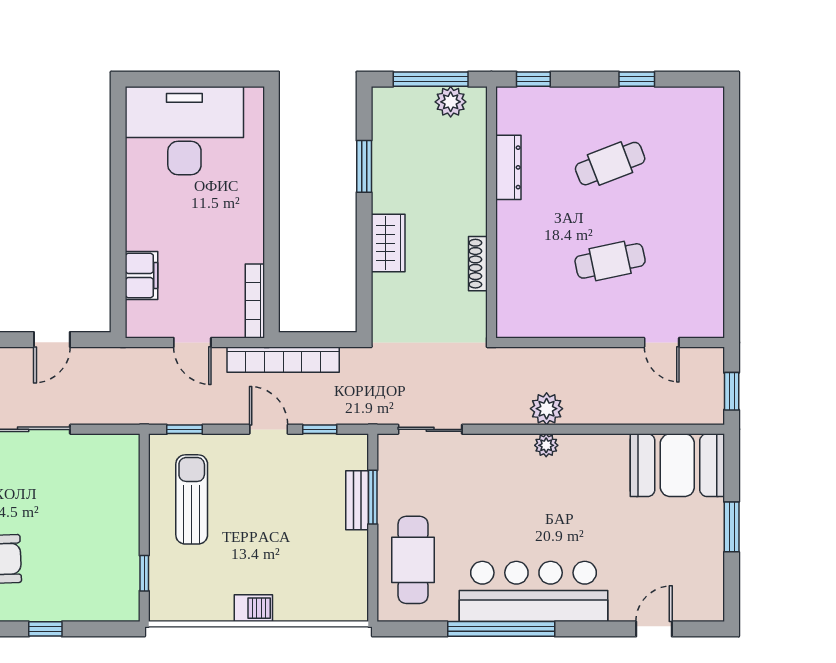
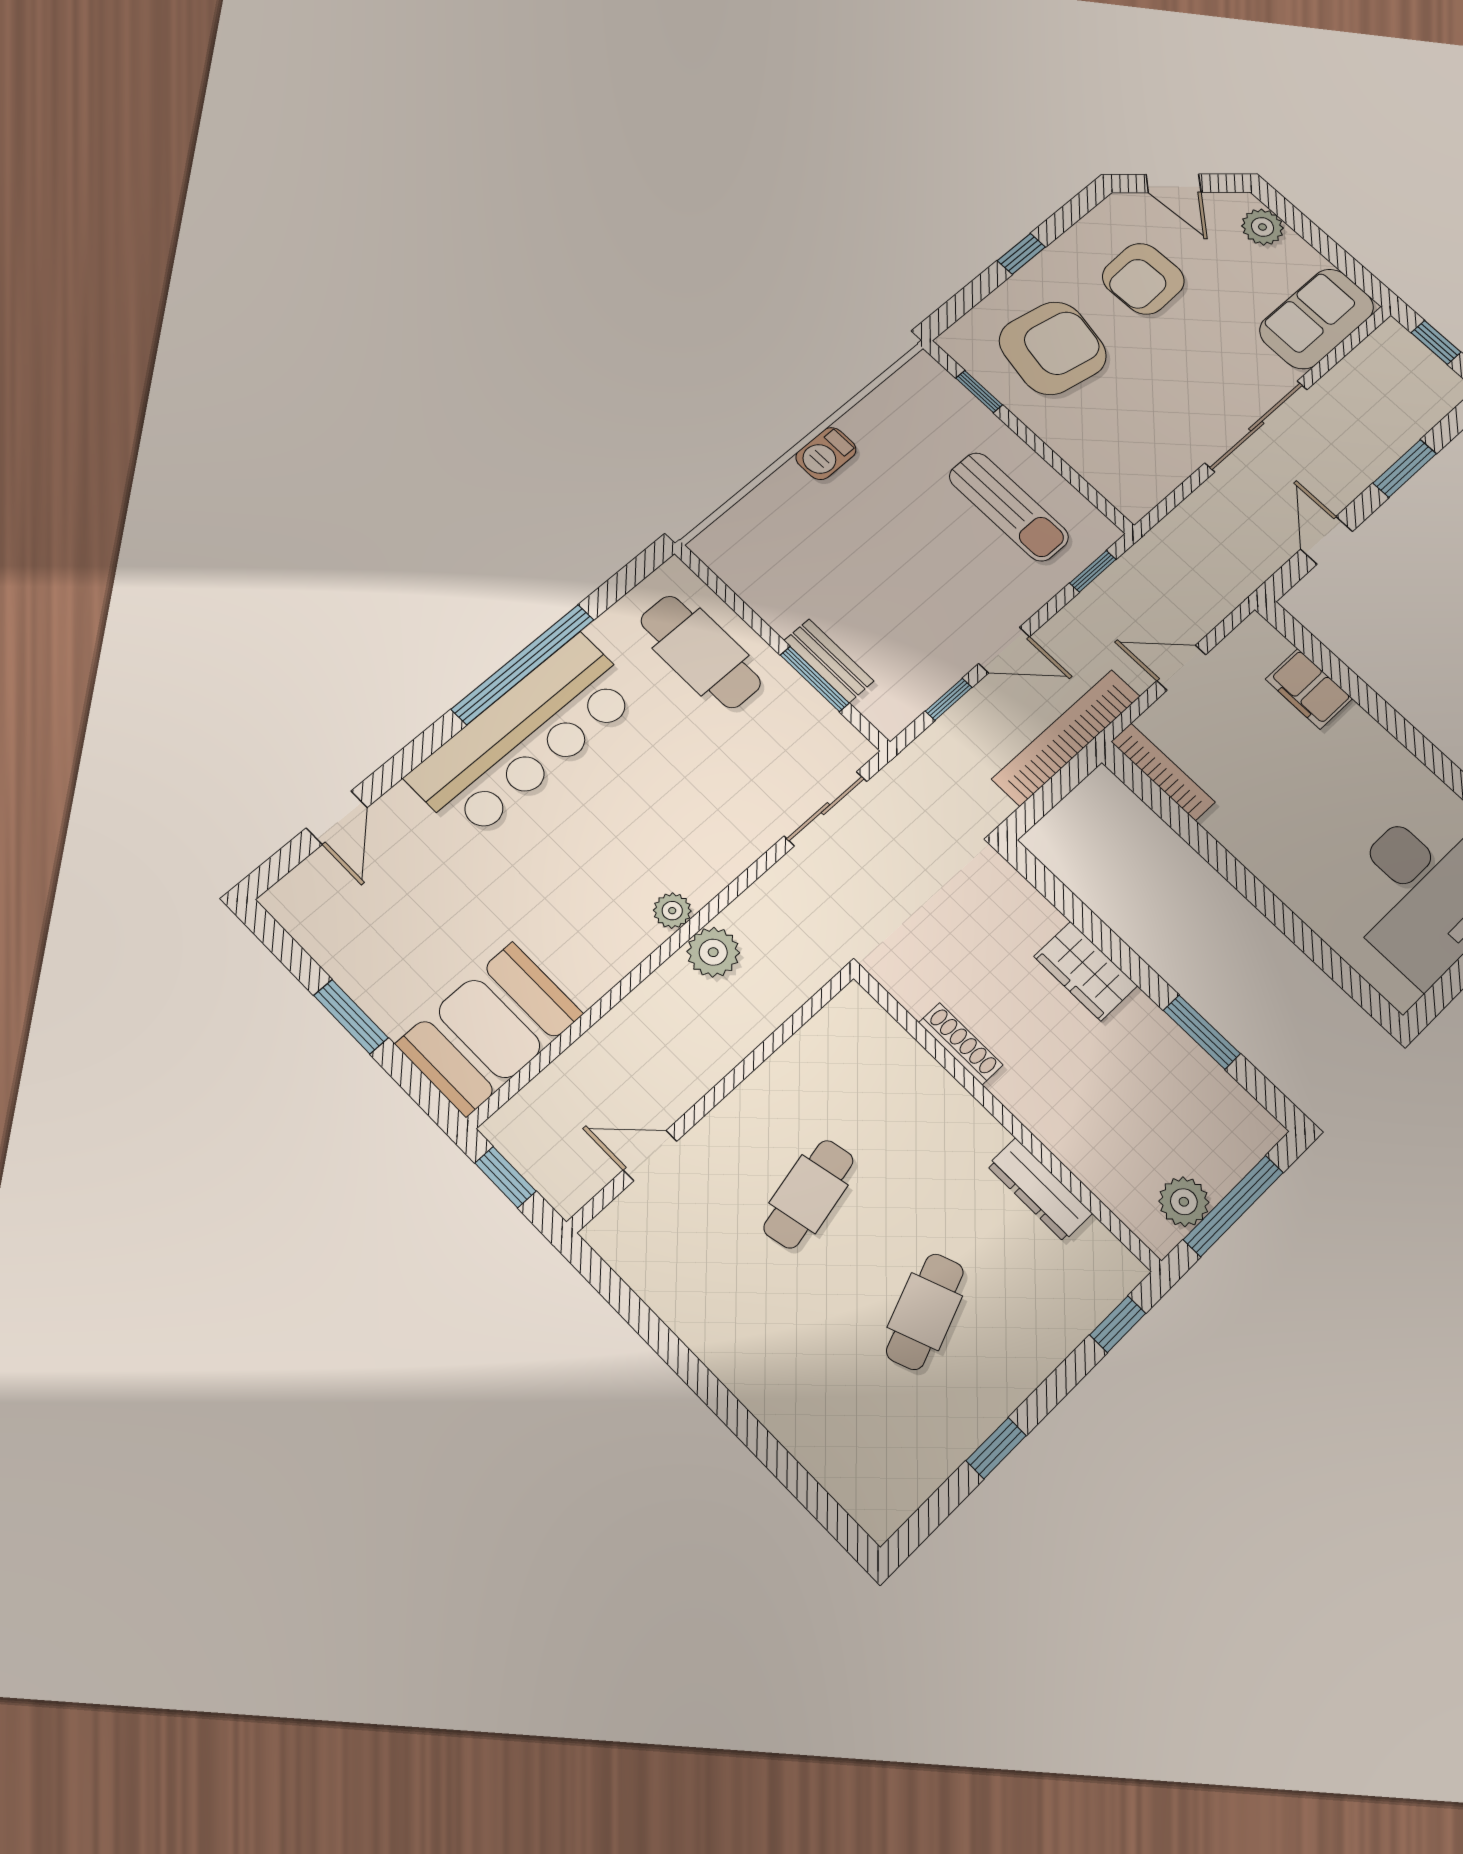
armchair: (83, 563) -> (1053, 348), added

